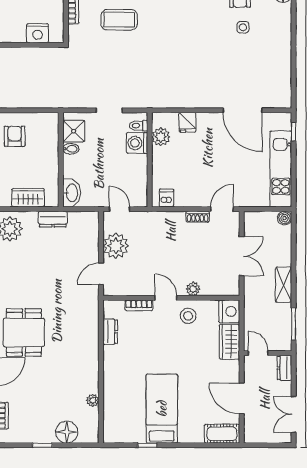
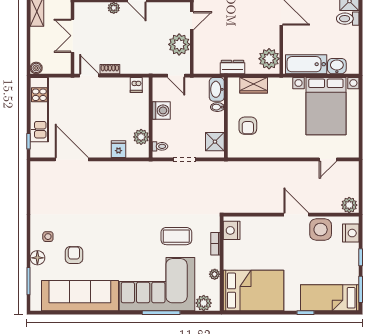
side table: (243, 27) -> (48, 237), moved
nightstand: (38, 33) -> (232, 230), moved, turned -90
armchair: (15, 136) -> (248, 126), moved
washing machine: (137, 143) -> (161, 110), moved
bidet: (71, 149) -> (217, 107), moved
door: (222, 209) -> (89, 76), swing flipped

